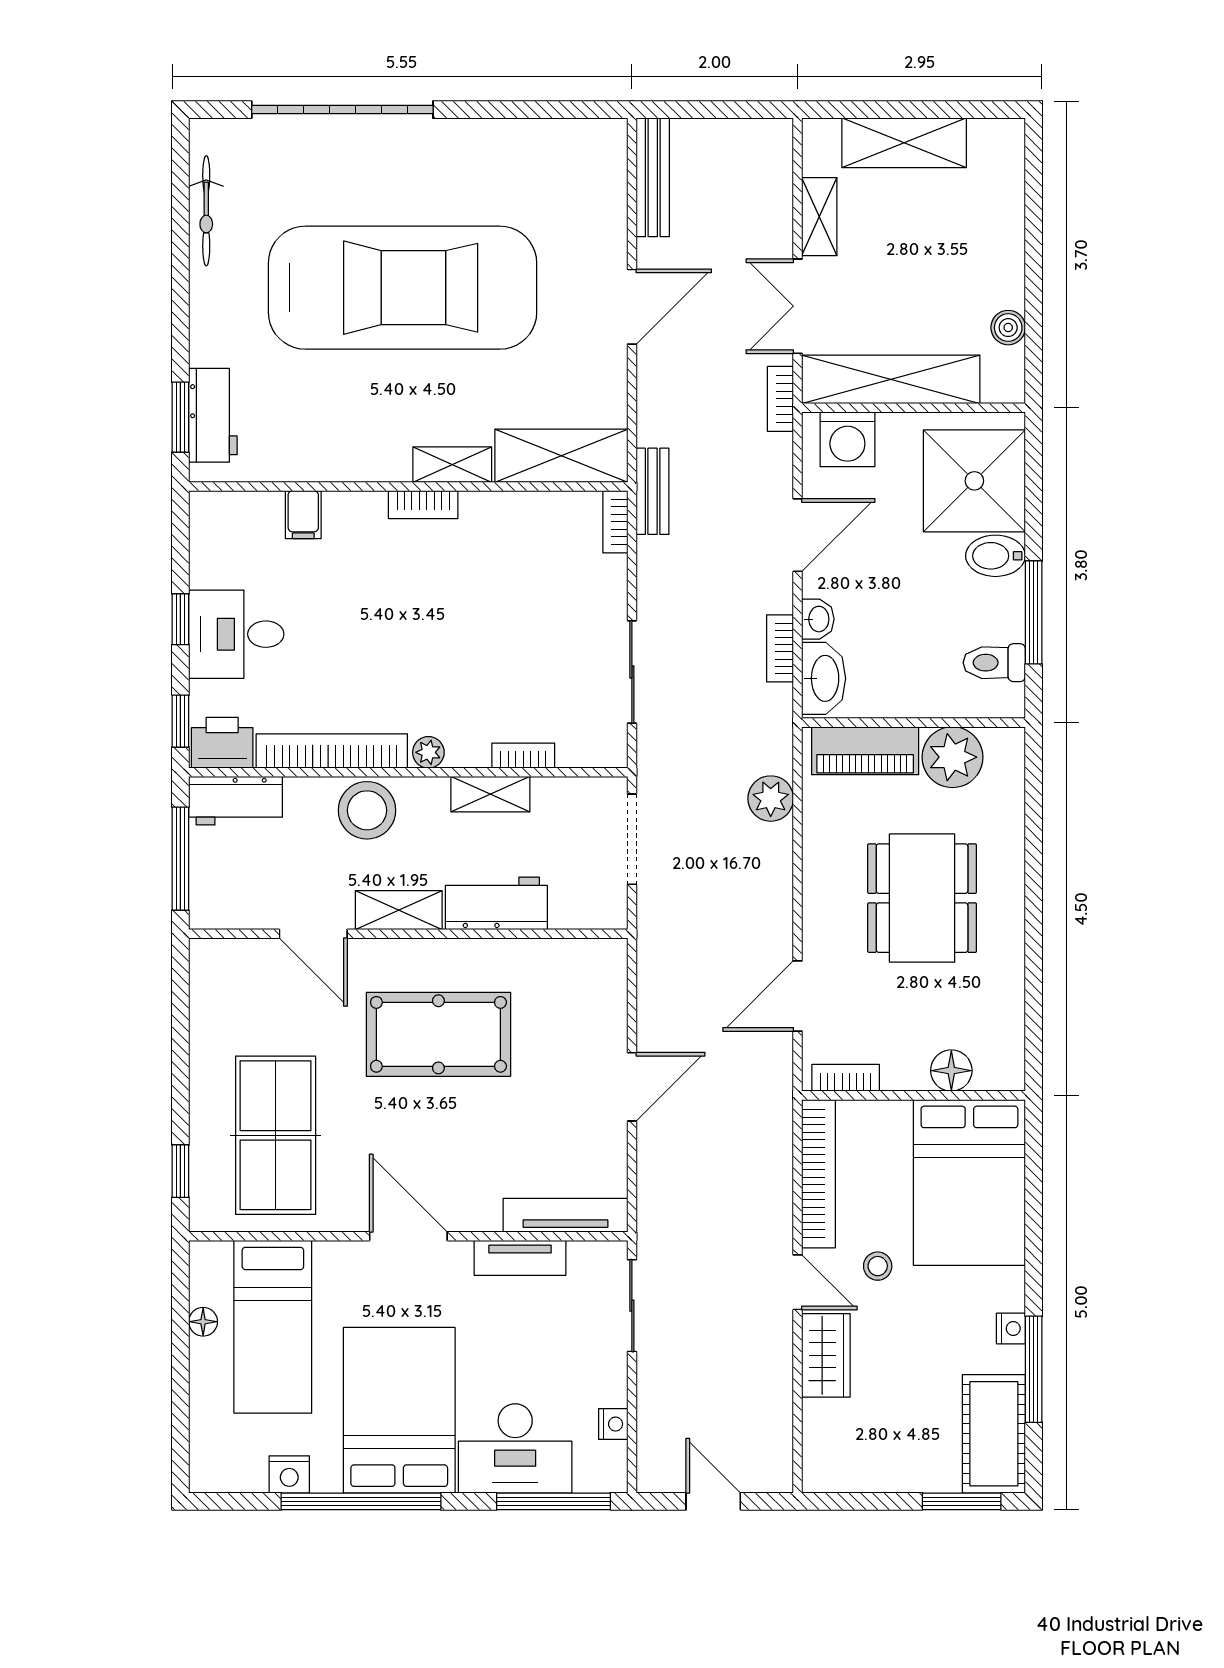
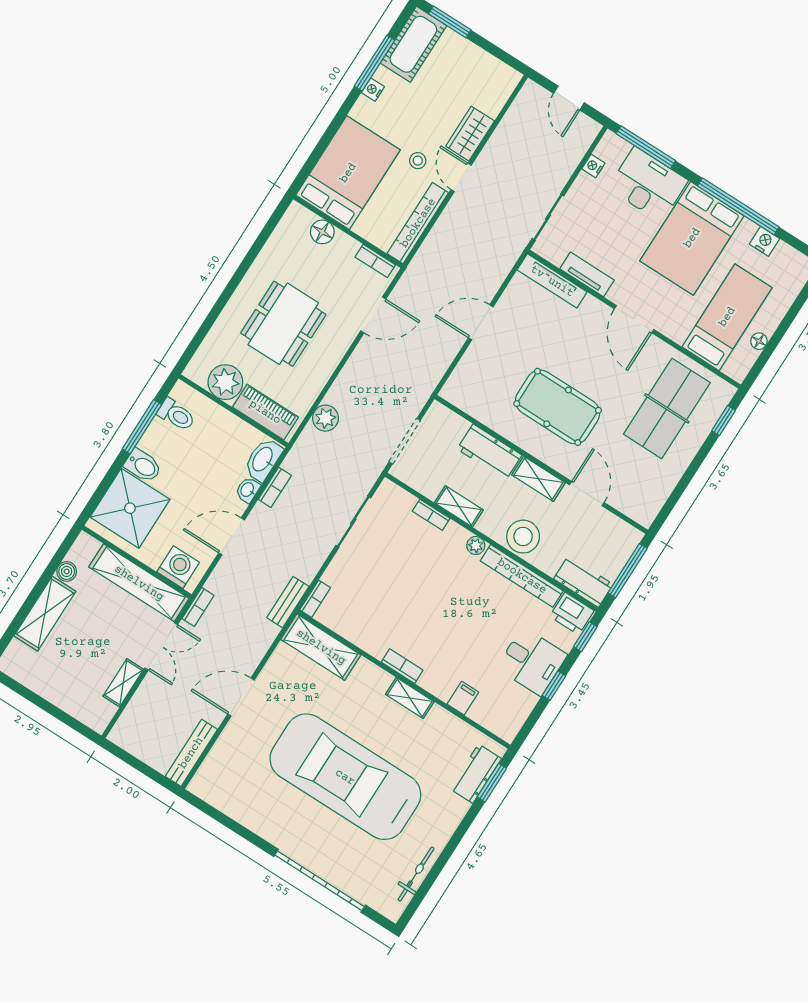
shelving: (904, 143) -> (45, 614), moved, turned 90
shelving: (452, 465) -> (410, 698), moved

